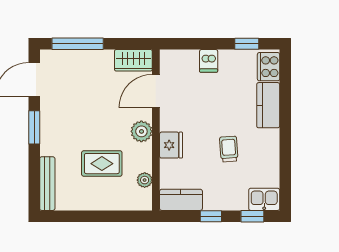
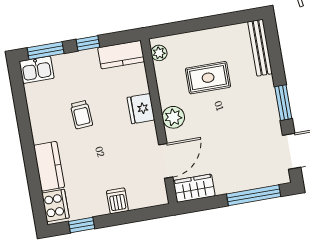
plant: (145, 180) -> (159, 53), moved
window: (252, 216) -> (46, 51), width x1.50

